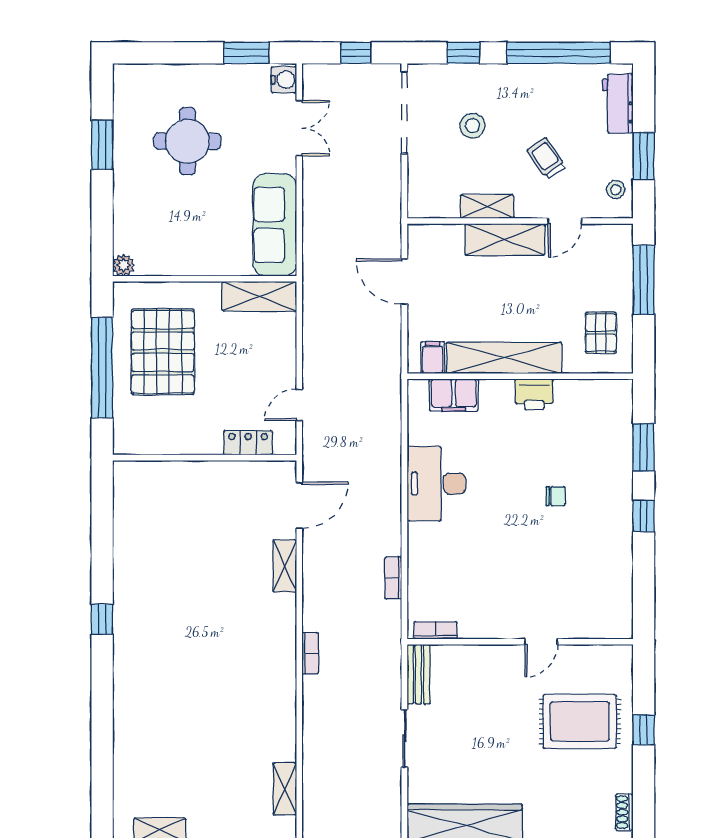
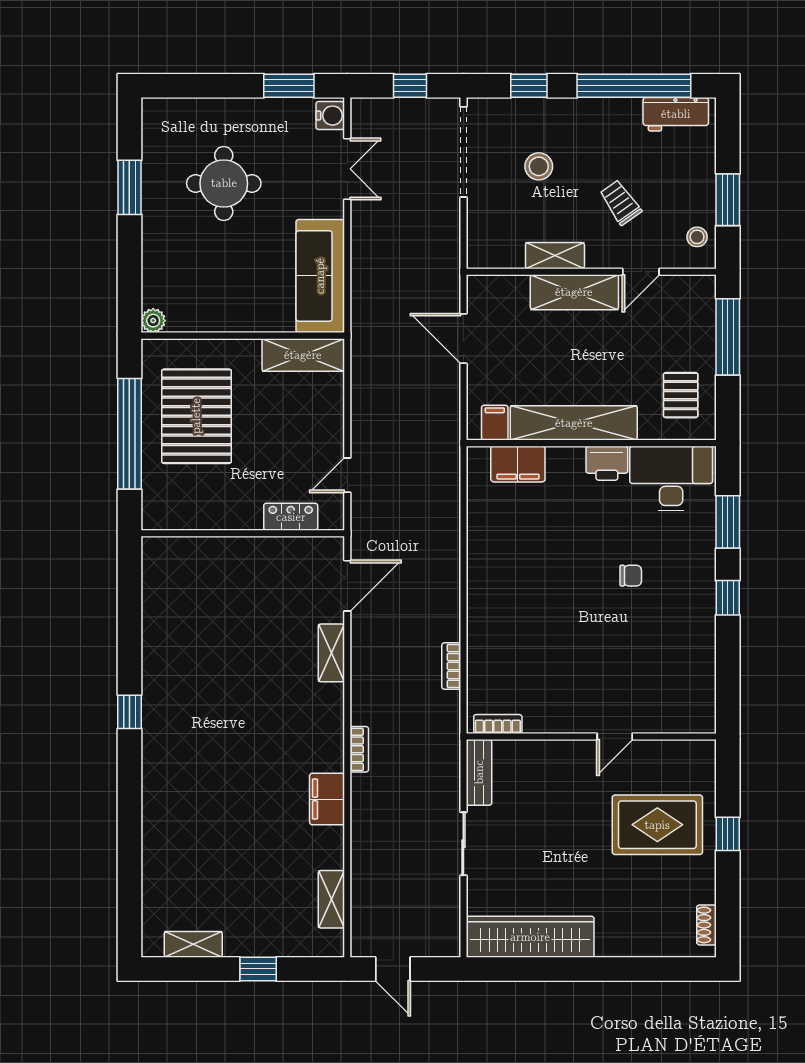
workbench: (618, 104) -> (676, 114), moved, turned -90
desk: (436, 484) -> (671, 478), moved, turned 90
filing cabinet: (281, 698) -> (327, 799), added

